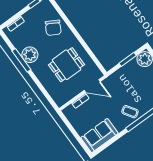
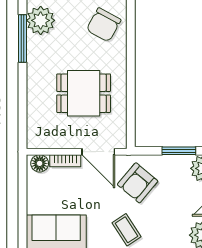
plant: (30, 55) -> (41, 20), moved
armchair: (120, 87) -> (138, 183), added
floor lamp: (70, 110) -> (40, 163), added

